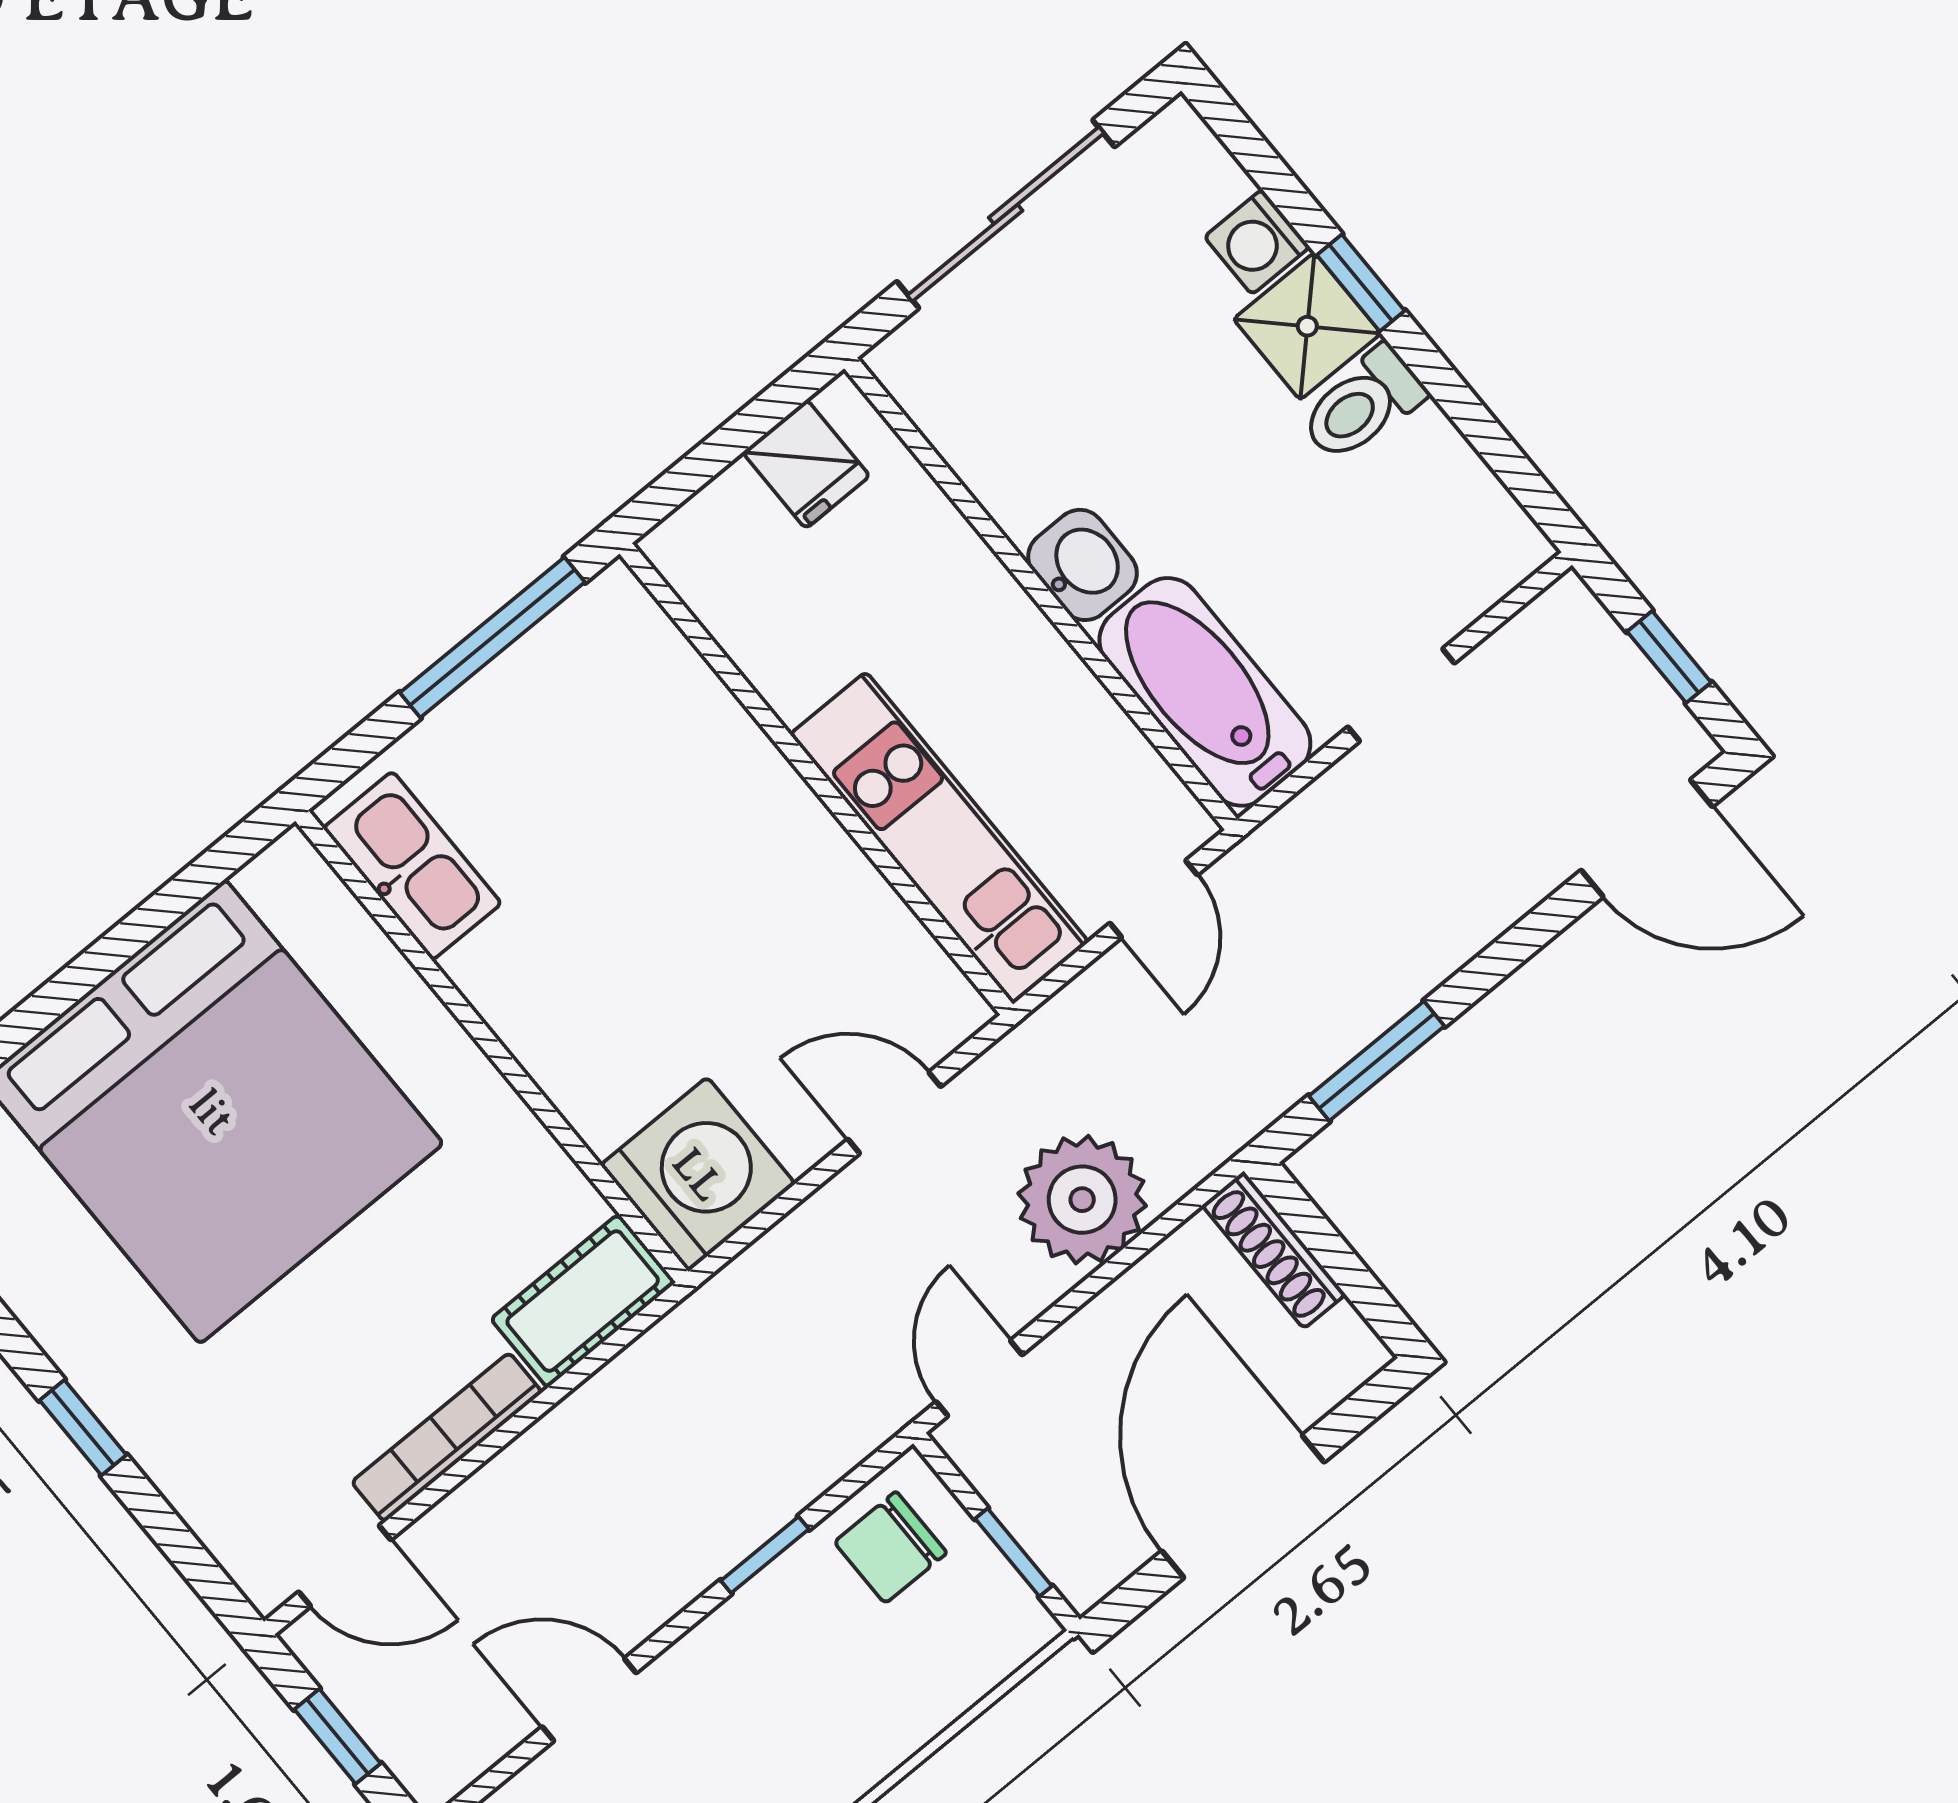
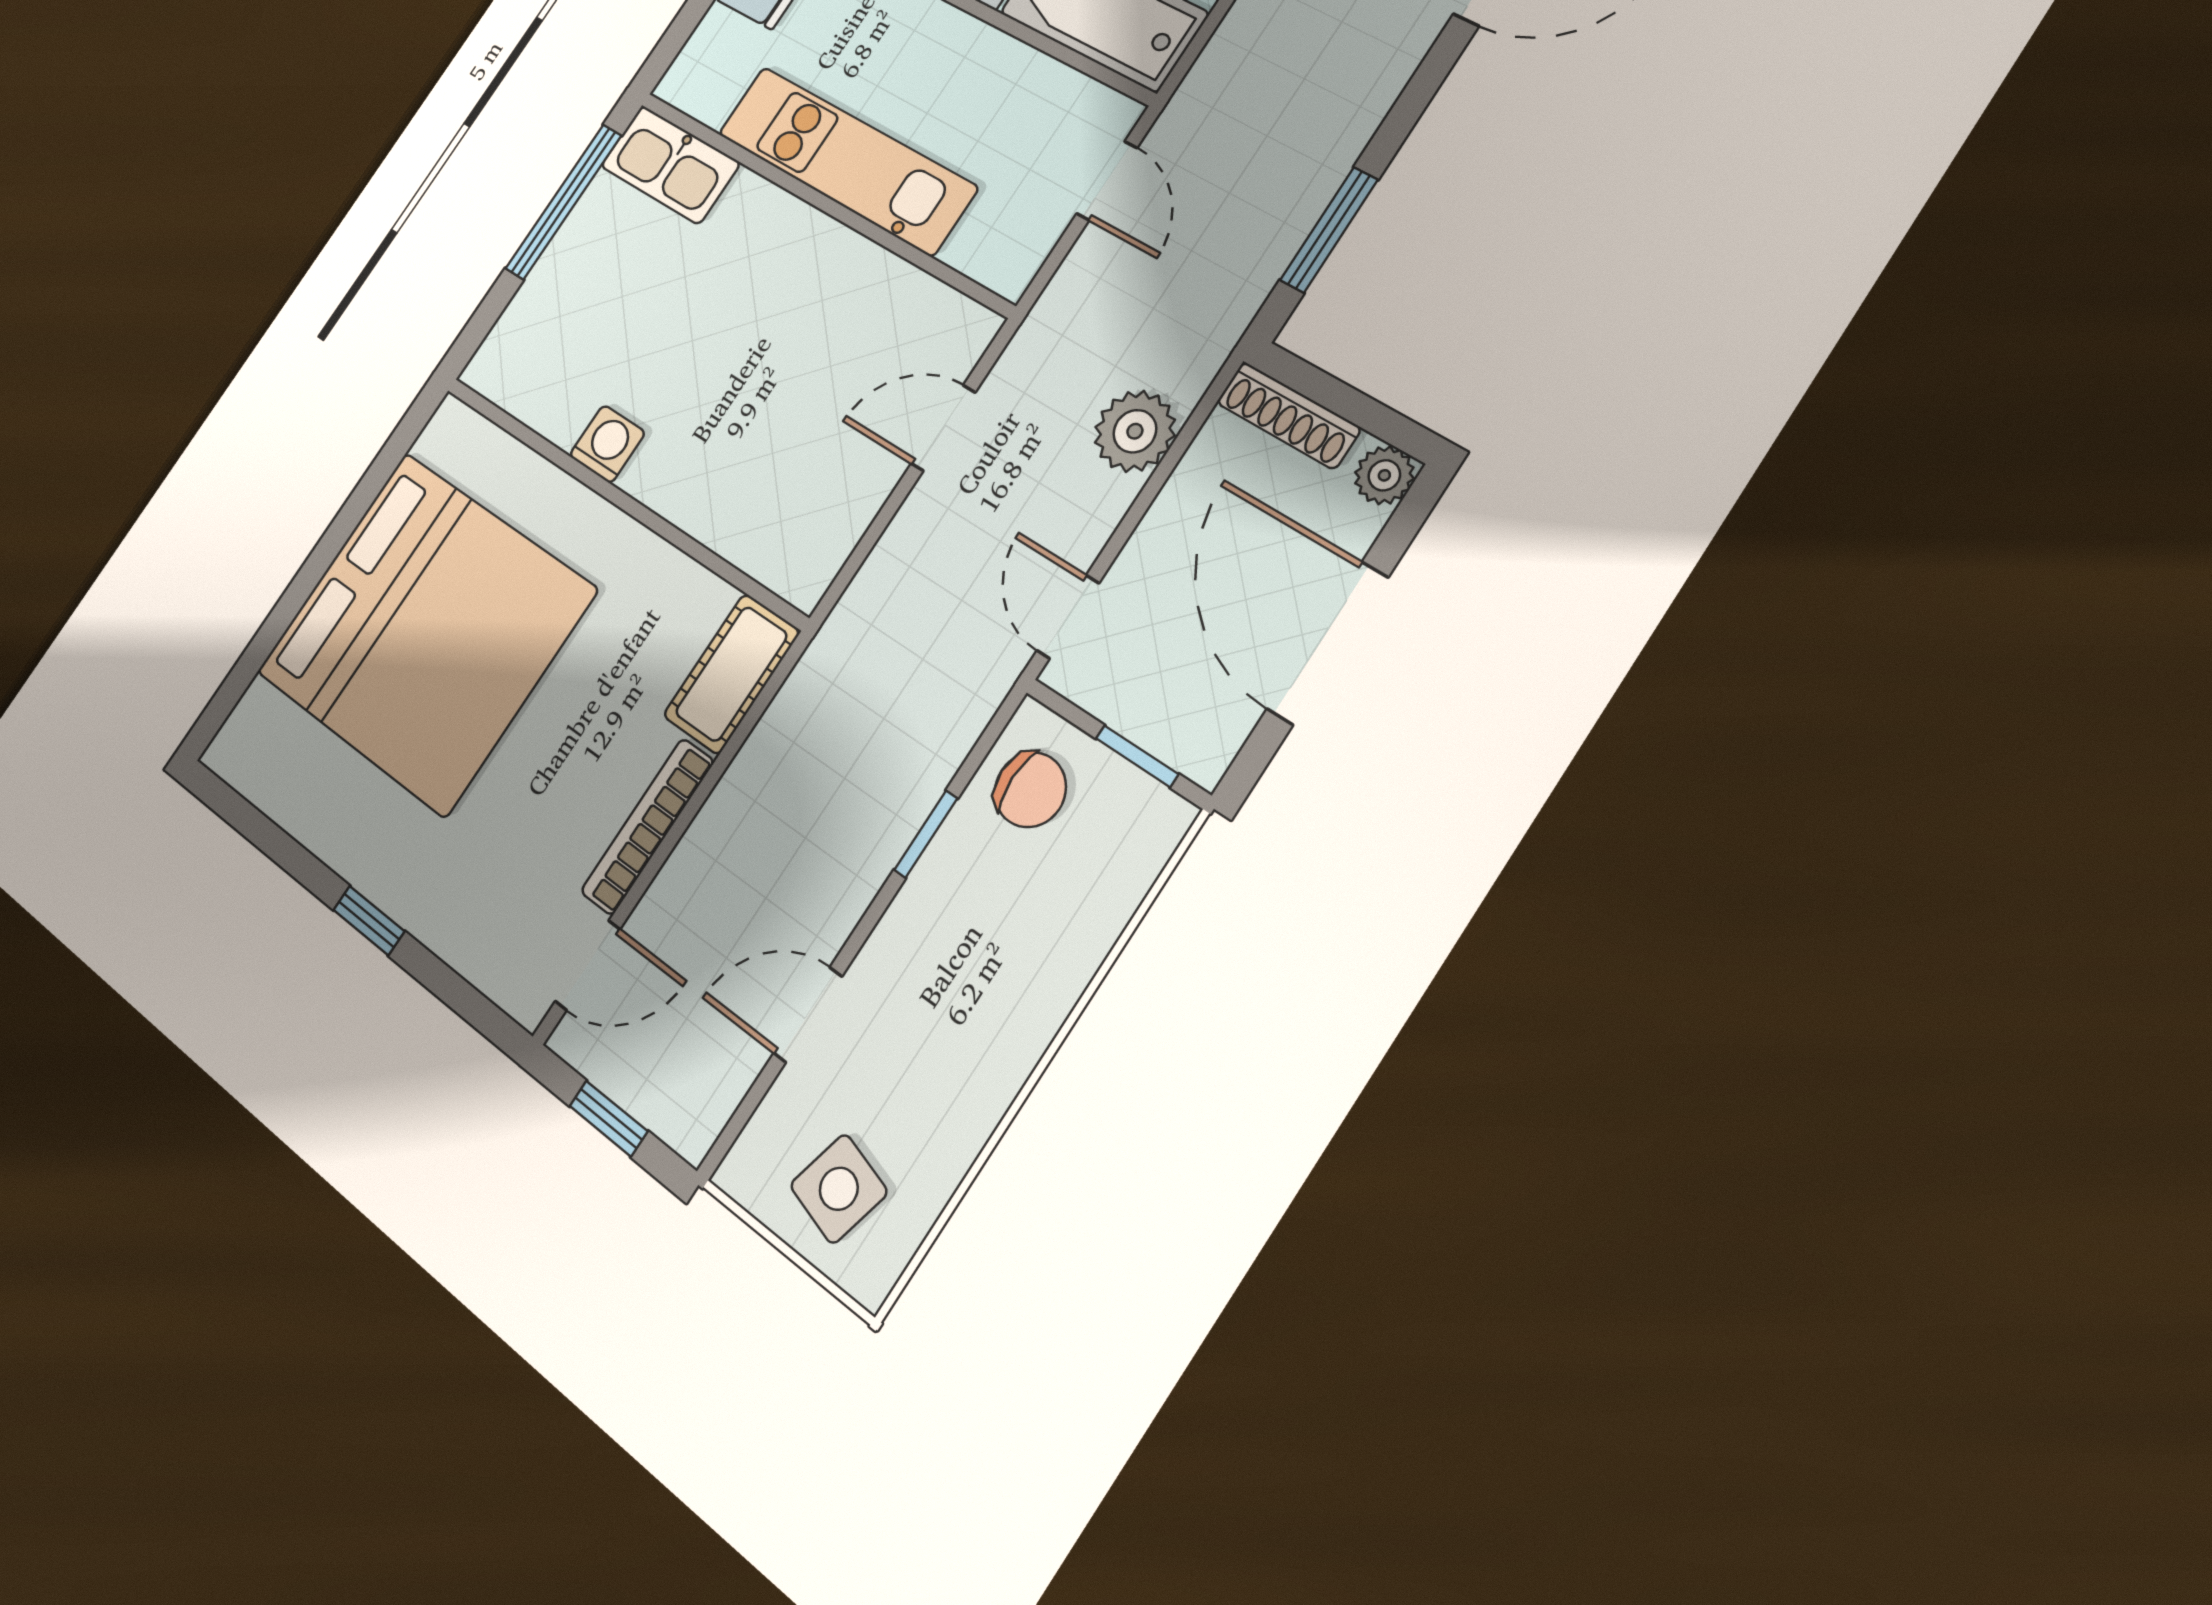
kitchen unit: (939, 838) -> (846, 160), moved
kitchen sink: (412, 866) -> (670, 165), moved, turned 180
washing machine: (698, 1174) -> (607, 444), moved, width x0.53, depth x0.53
plant: (1082, 1200) -> (1135, 431), width x0.73, depth x0.73
plant: (1353, 1353) -> (1384, 475), added
chair: (891, 1547) -> (1030, 790), turned -90

